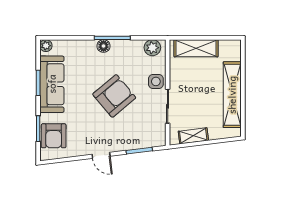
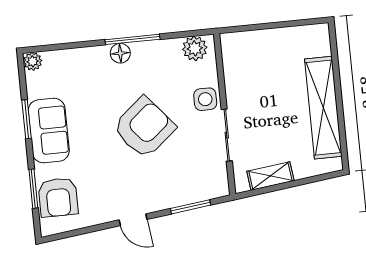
shelving: (196, 48) -> (261, 43), removed
sofa: (52, 84) -> (49, 131), width x0.73

